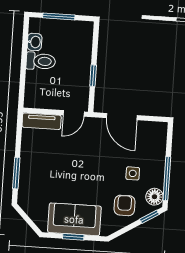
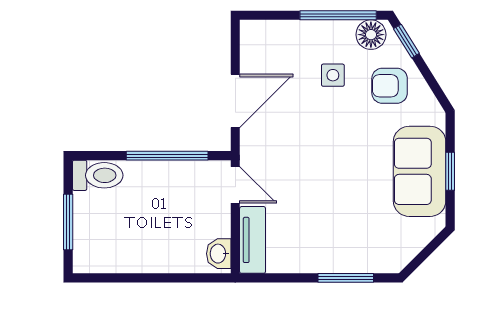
washbasin: (35, 42) -> (219, 254), moved, turned -90
toilet: (41, 61) -> (98, 175), moved, turned 90
window: (93, 76) -> (167, 156), width x2.17

